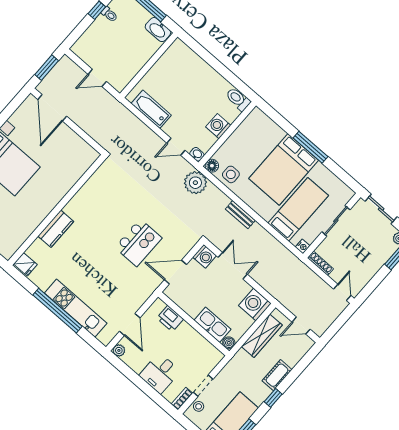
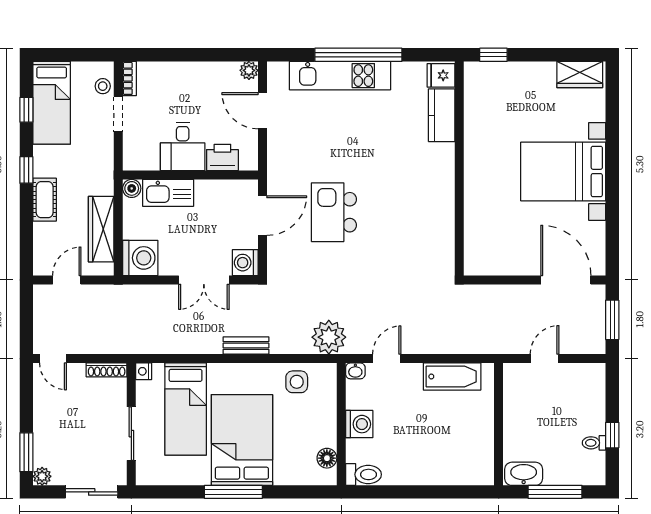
floor lamp: (212, 166) -> (327, 458), moved
kitchen counter: (56, 229) -> (442, 115), moved
desk: (160, 373) -> (183, 147), moved, turned 180

